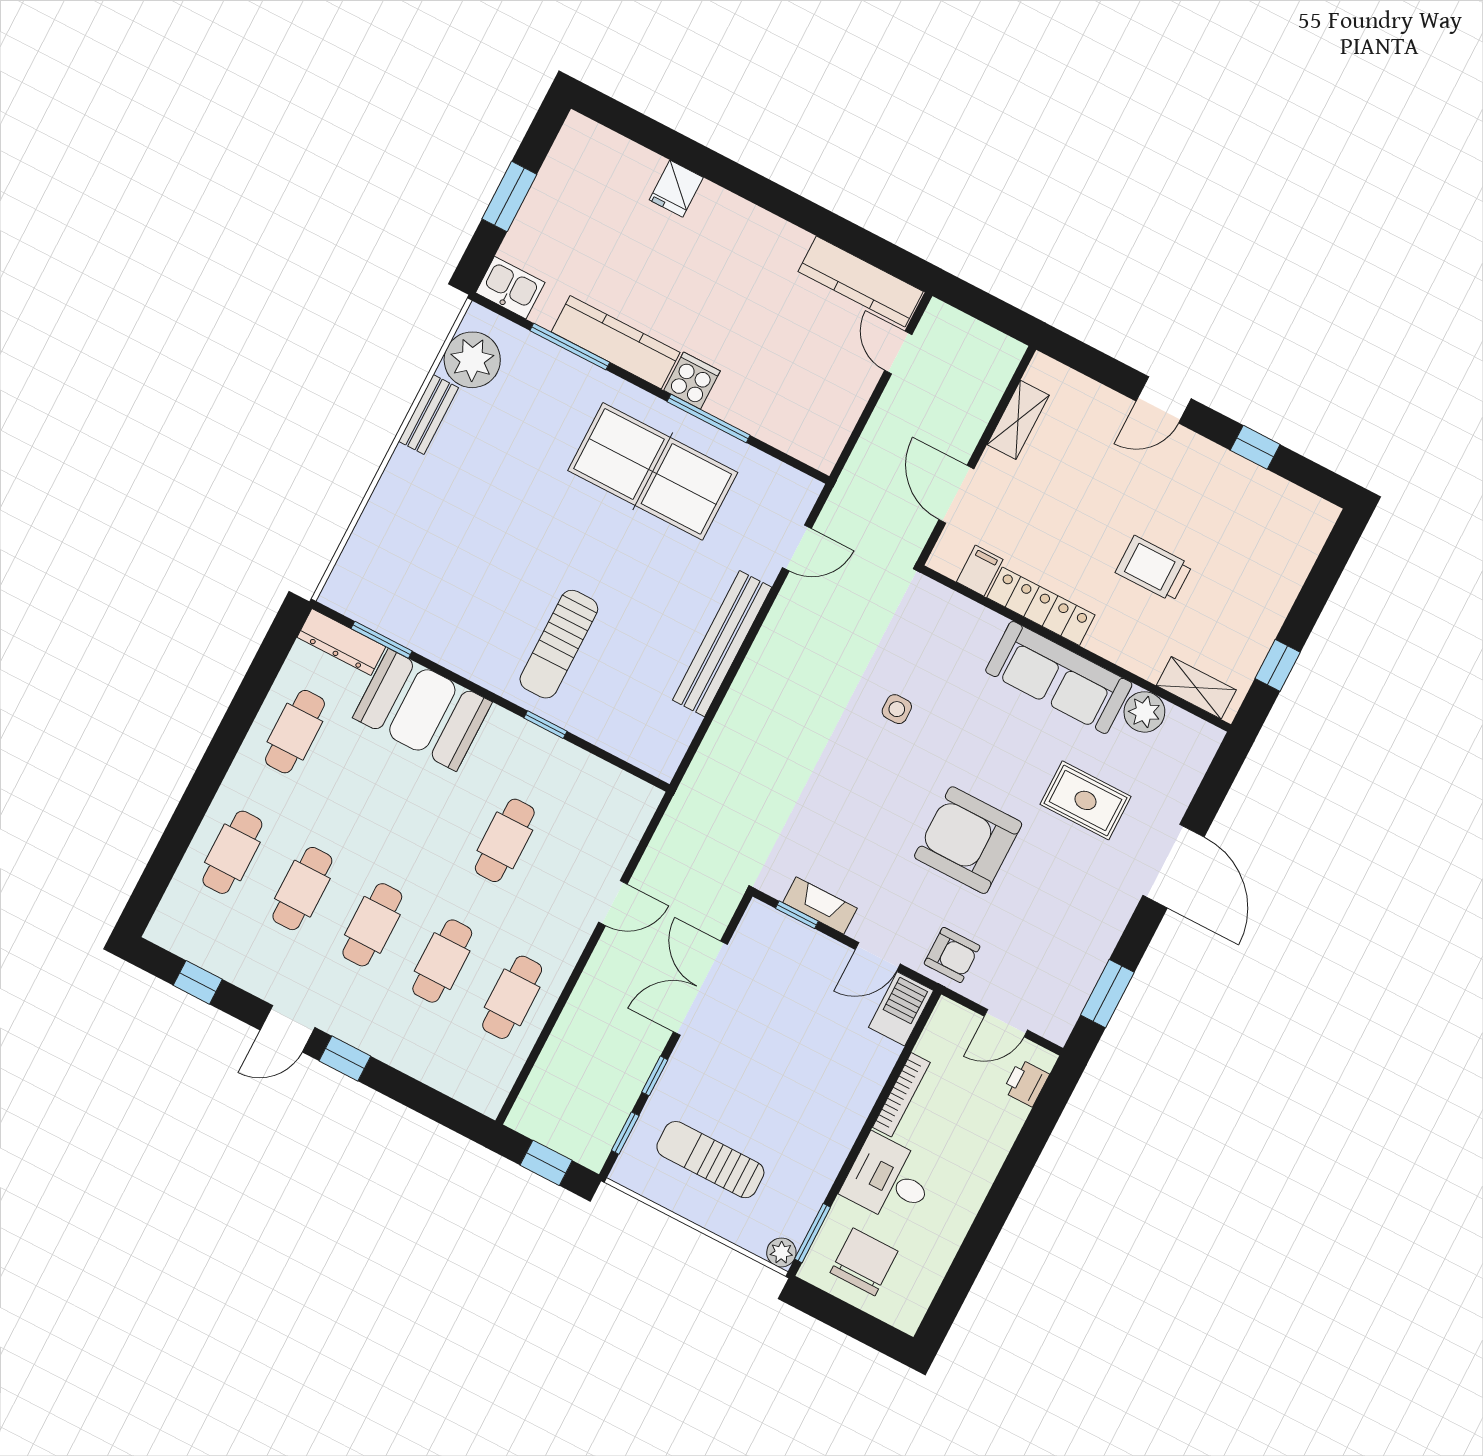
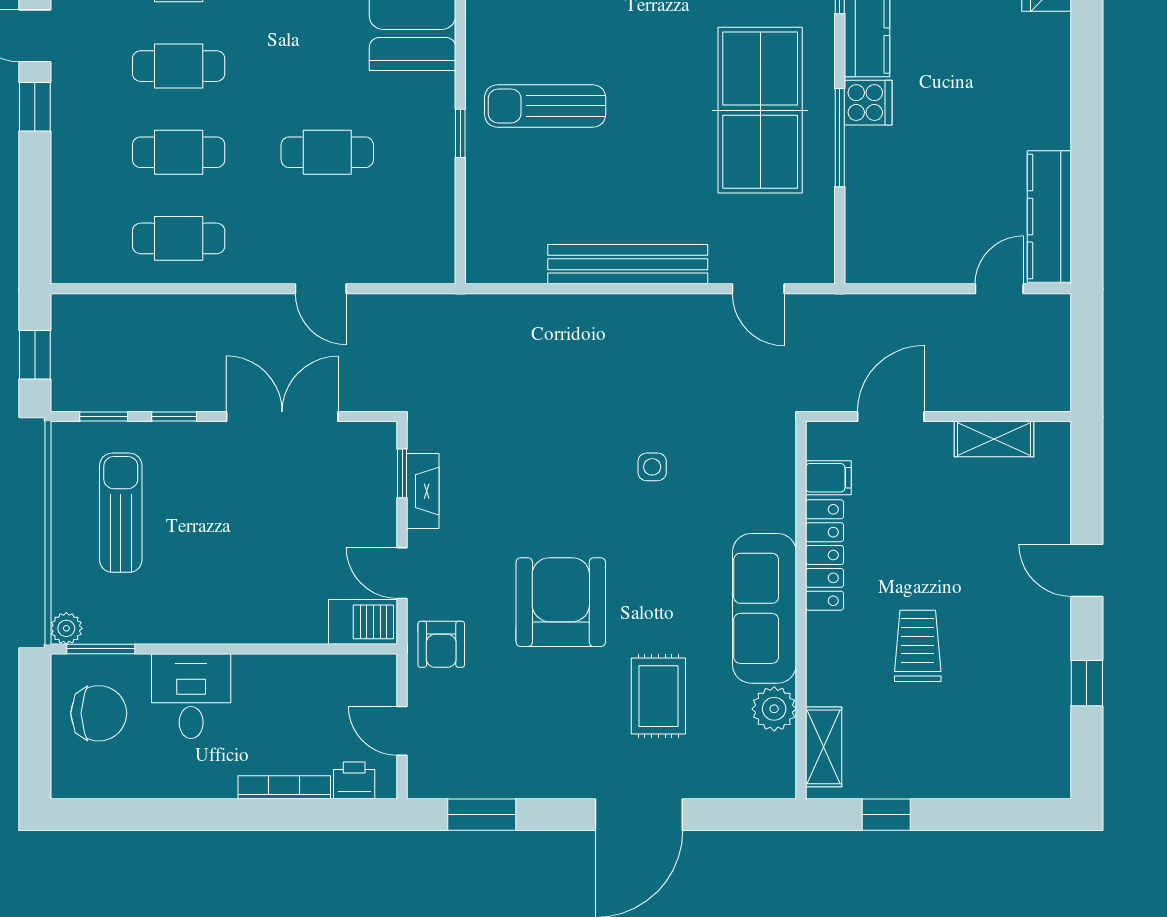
bookcase: (901, 1095) -> (284, 787), moved, turned 180

